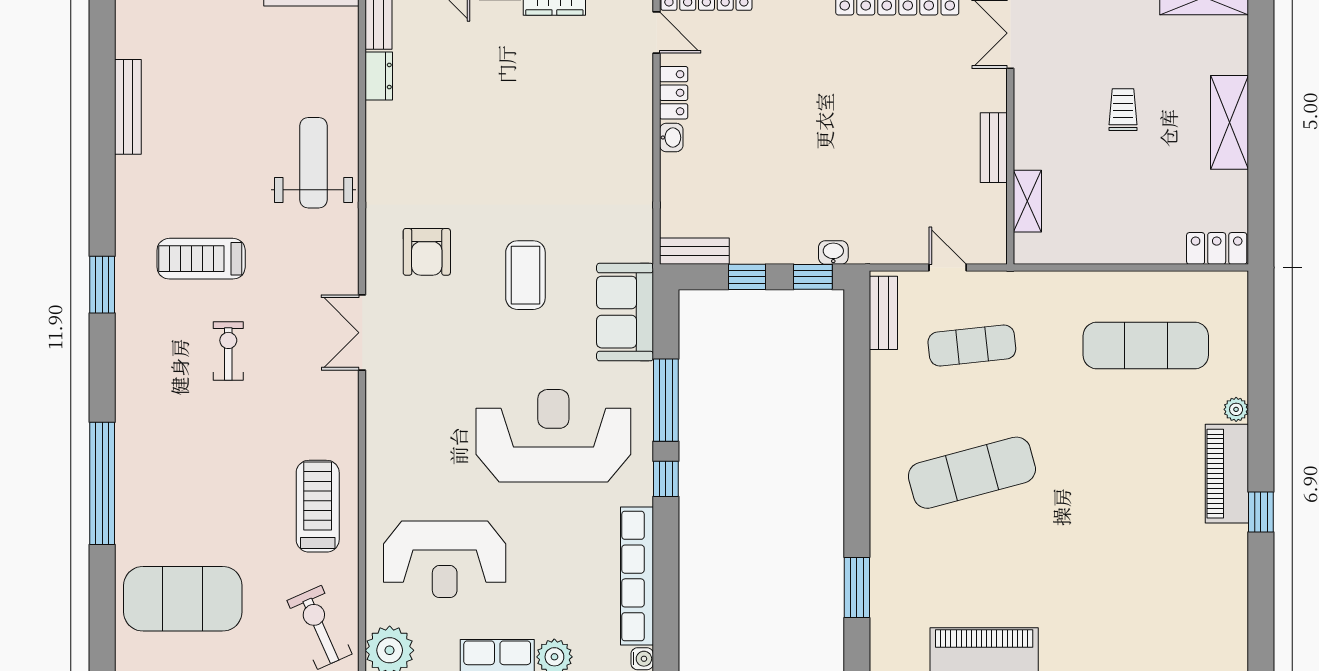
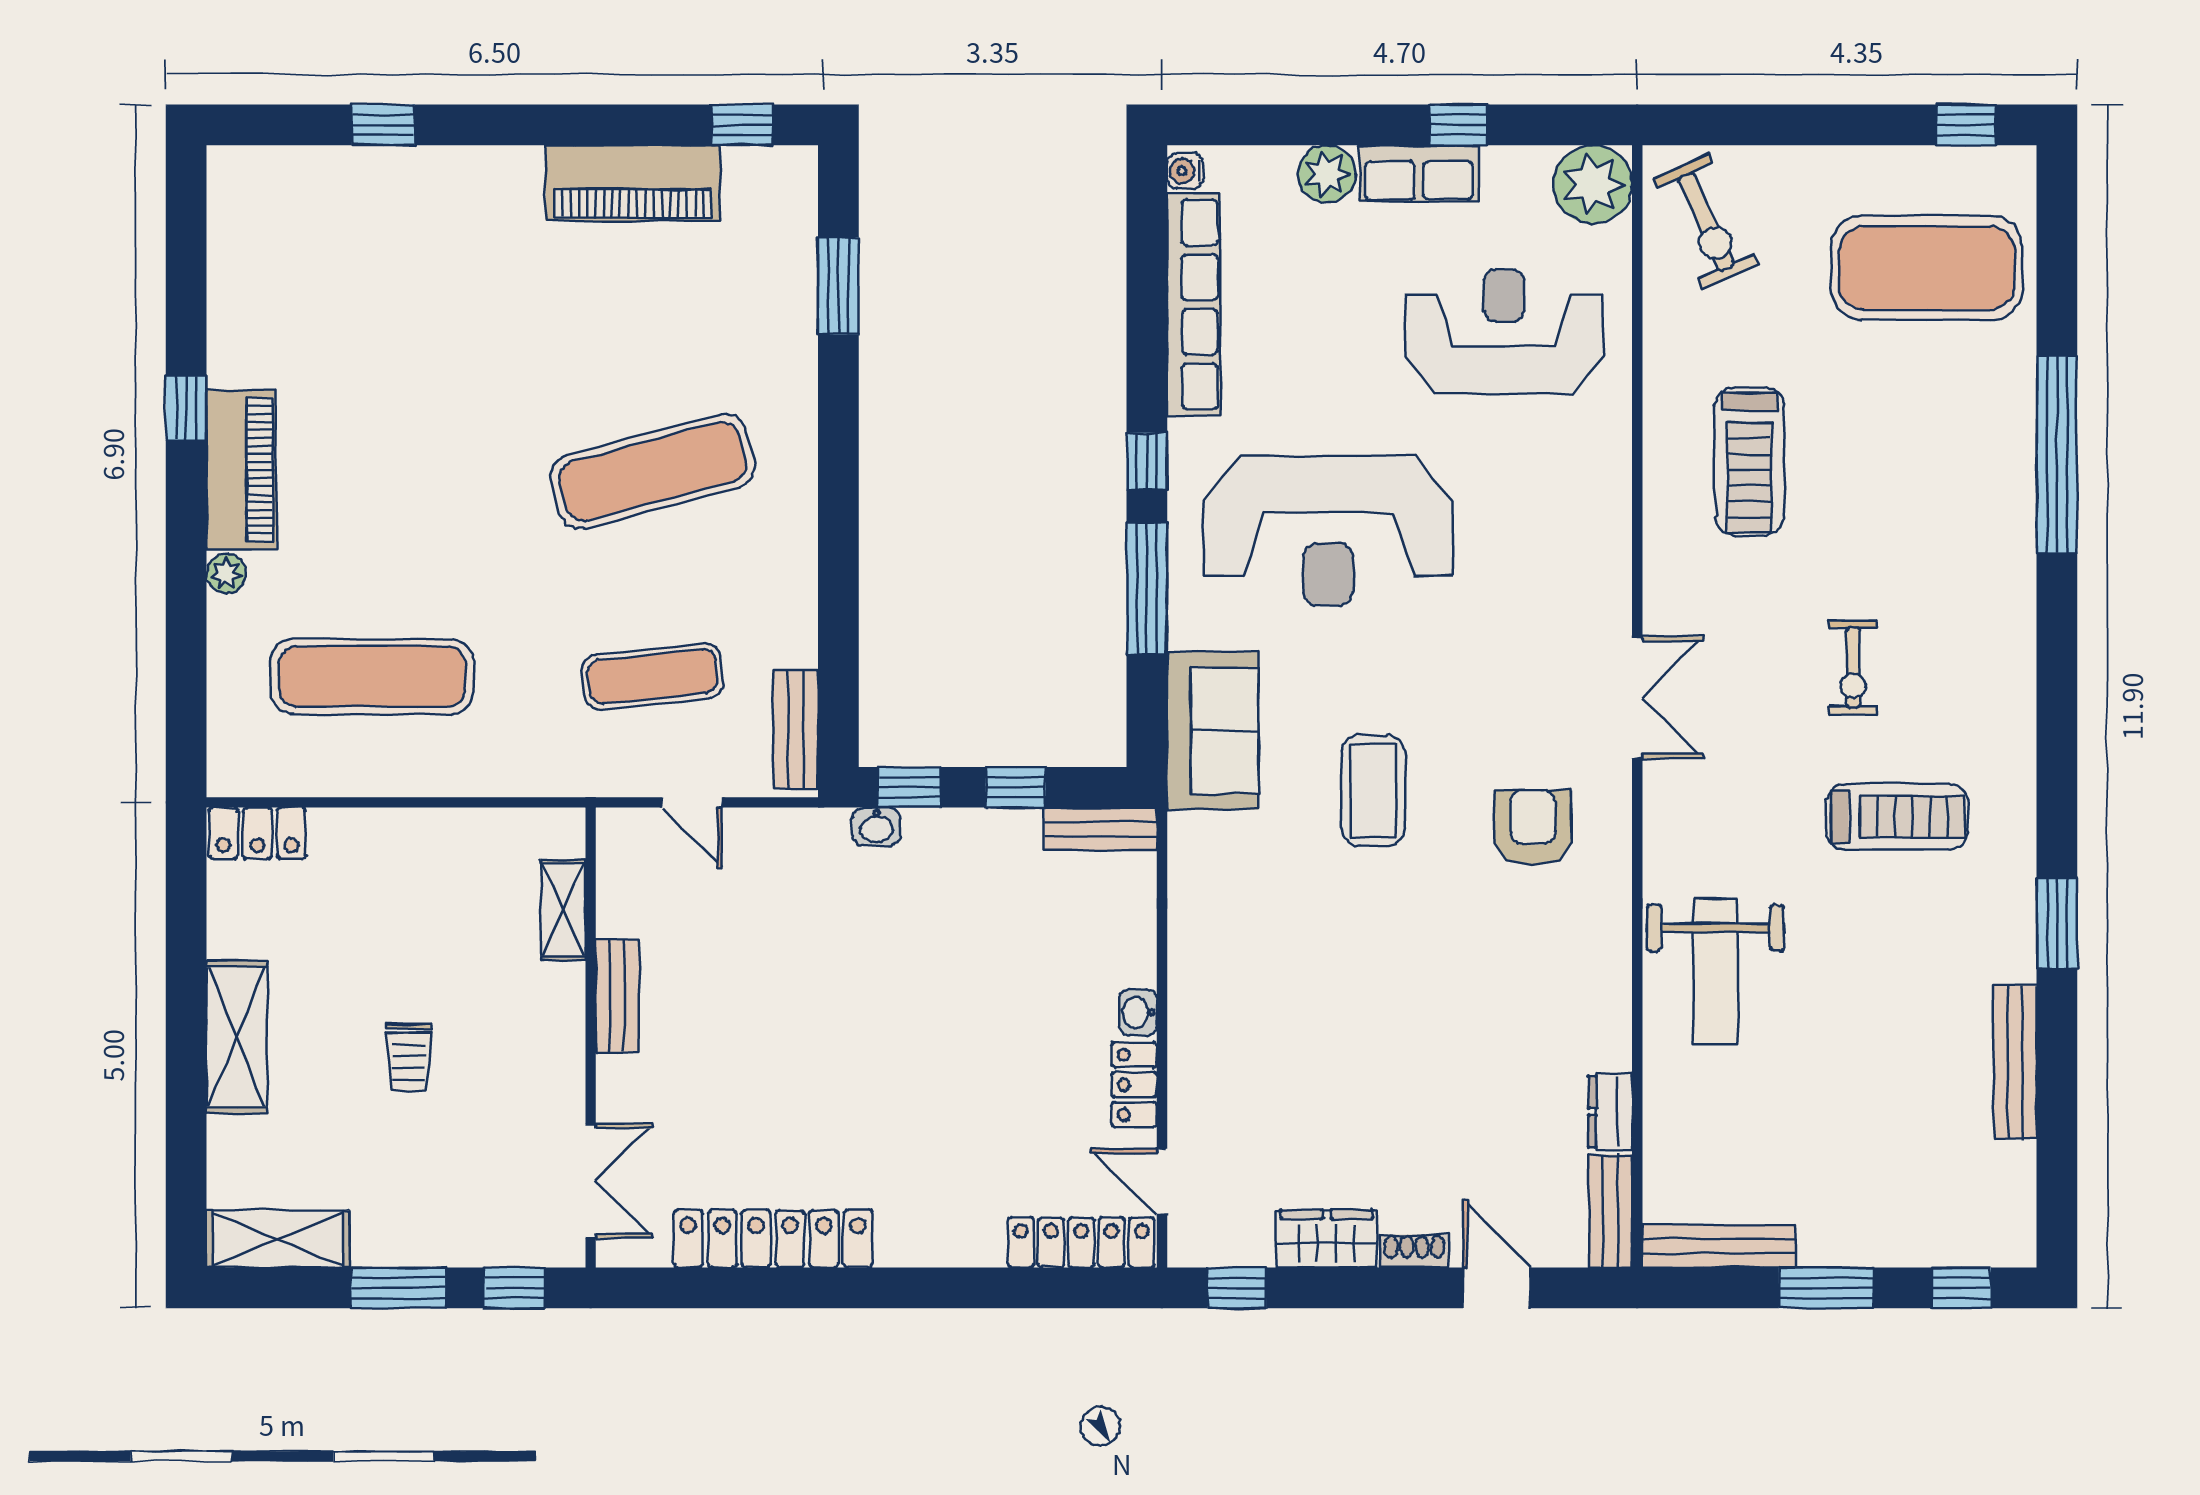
window: (102, 285) -> (2057, 923), moved
treadmill: (318, 506) -> (1749, 461), moved

